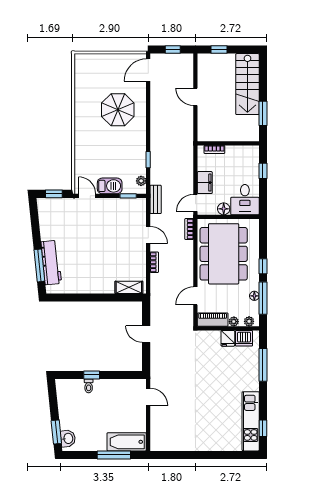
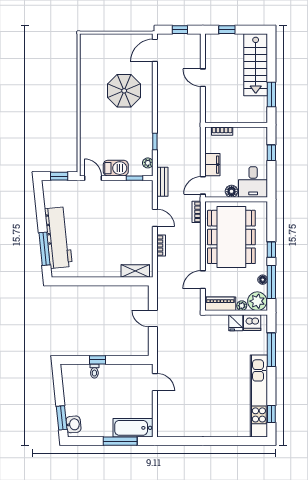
workbench: (51, 263) -> (58, 238), width x1.36, depth x1.32
plant: (249, 321) -> (257, 301), width x1.88, depth x1.88
kitchen unit: (251, 421) -> (259, 396), width x1.36

